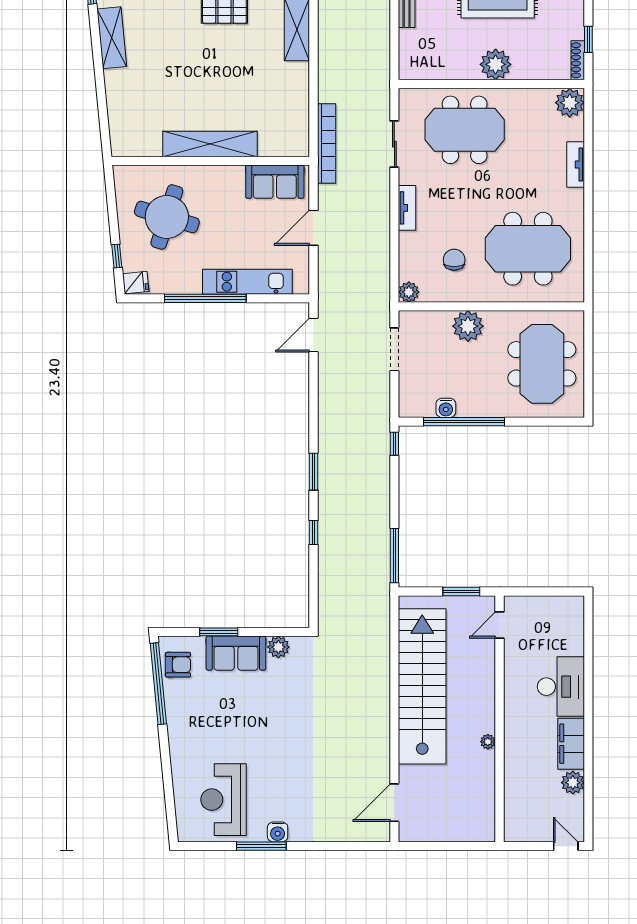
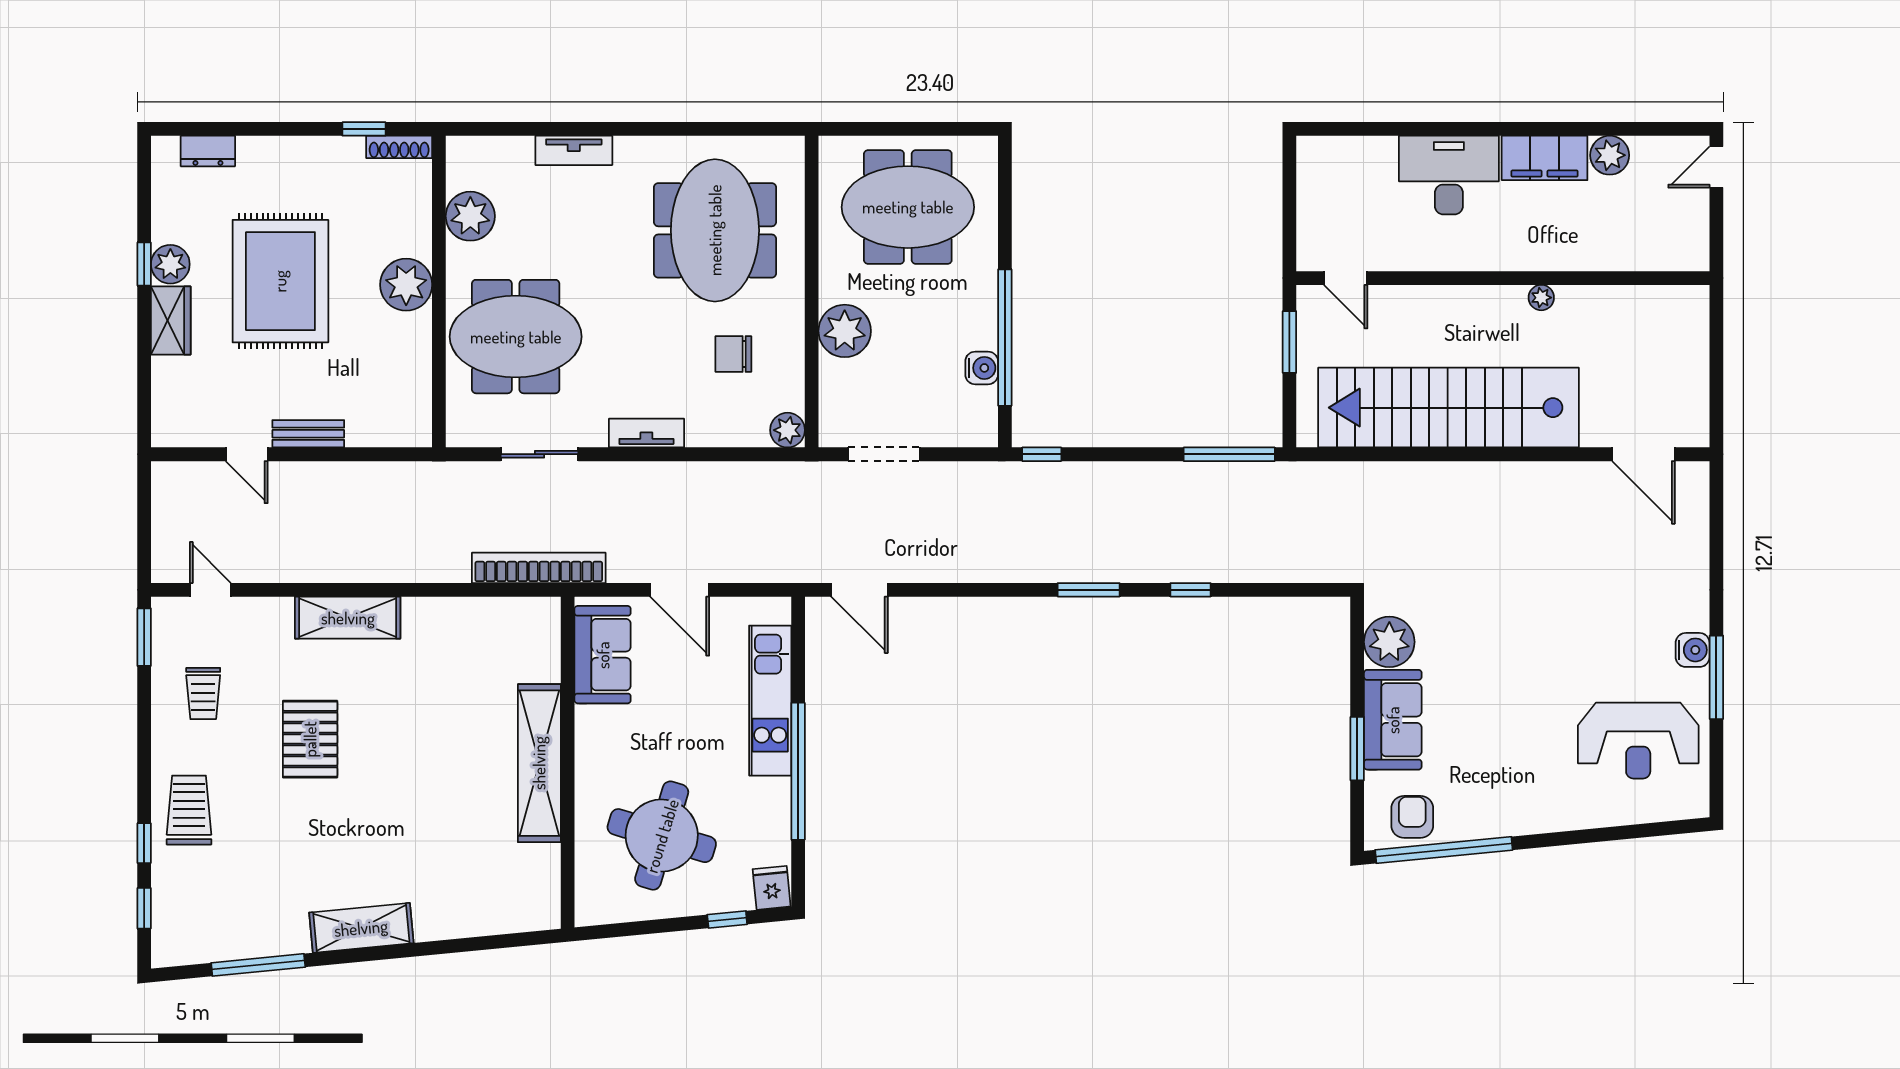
plant: (570, 103) -> (470, 216), moved
meeting table: (465, 130) -> (516, 337), turned 90
plant: (278, 647) -> (1389, 642), width x1.36, depth x1.36

